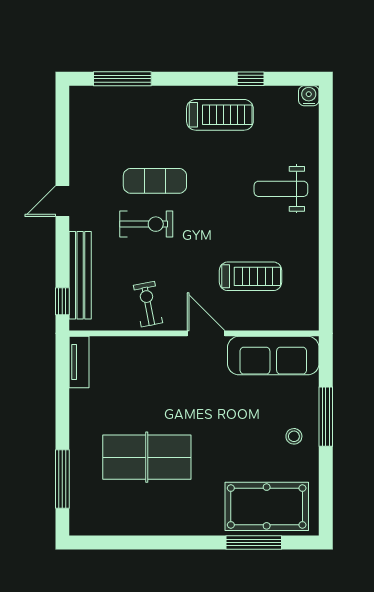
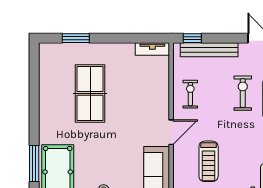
exercise bike: (146, 224) -> (243, 93), turned 180
exercise bike: (148, 304) -> (190, 94), turned -79
window: (62, 479) -> (76, 38), width x0.69

